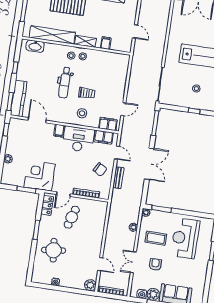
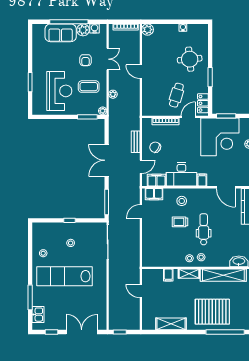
door: (117, 153) -> (141, 167), swing flipped
corner desk: (40, 176) -> (220, 137), width x1.36, depth x1.36
door: (100, 264) -> (141, 72), moved

